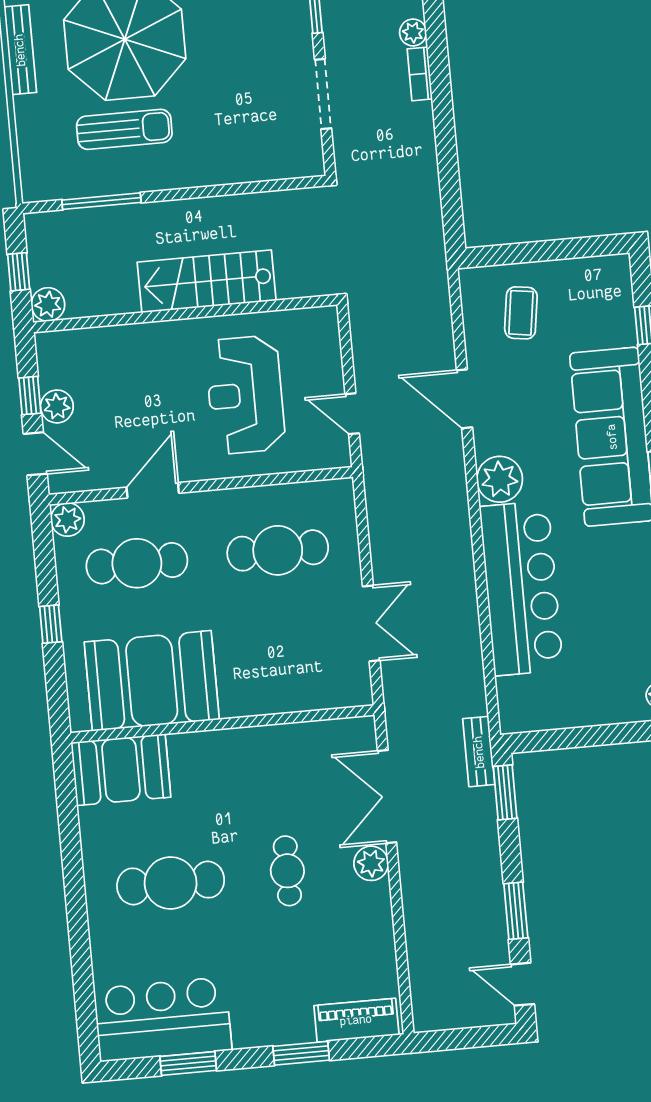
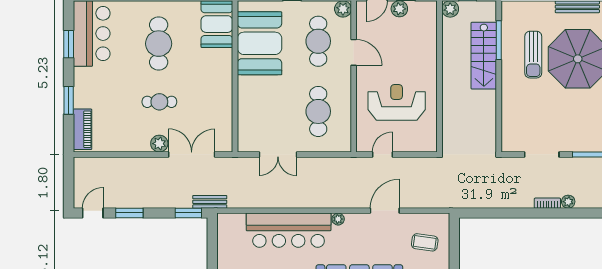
stairs: (207, 281) -> (484, 56), moved, turned 180
plant: (500, 479) -> (338, 219), width x0.53, depth x0.53

